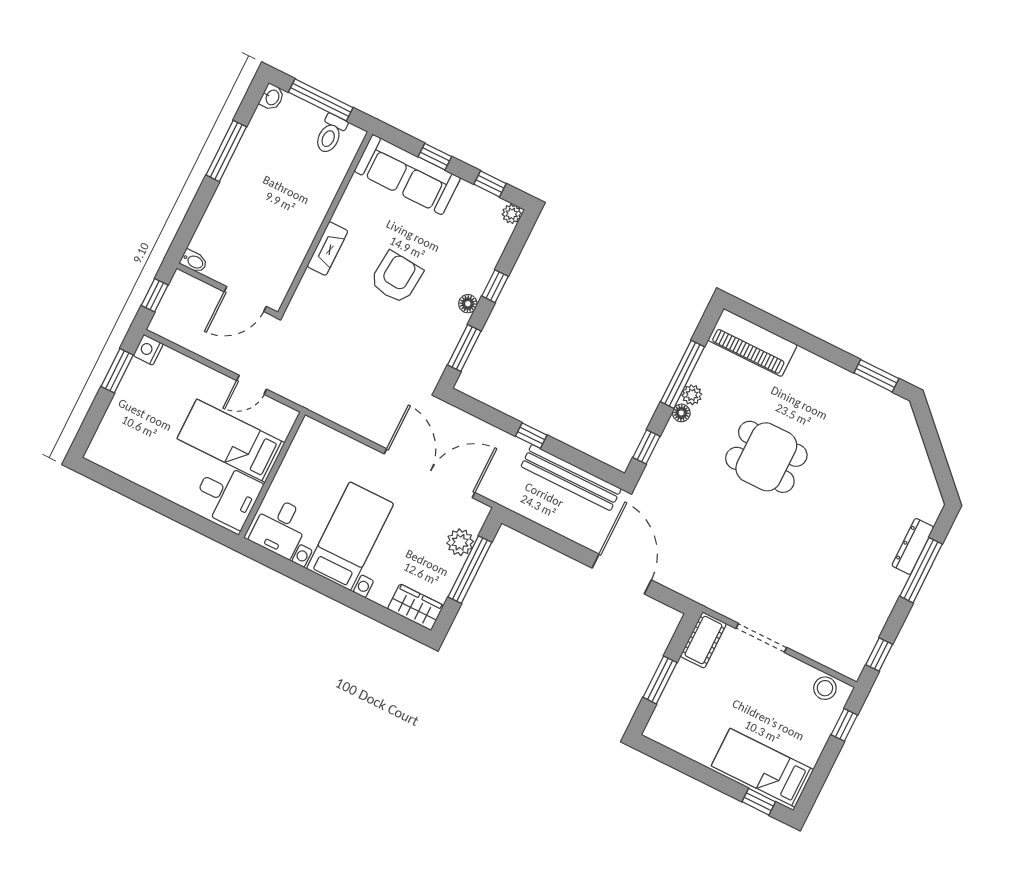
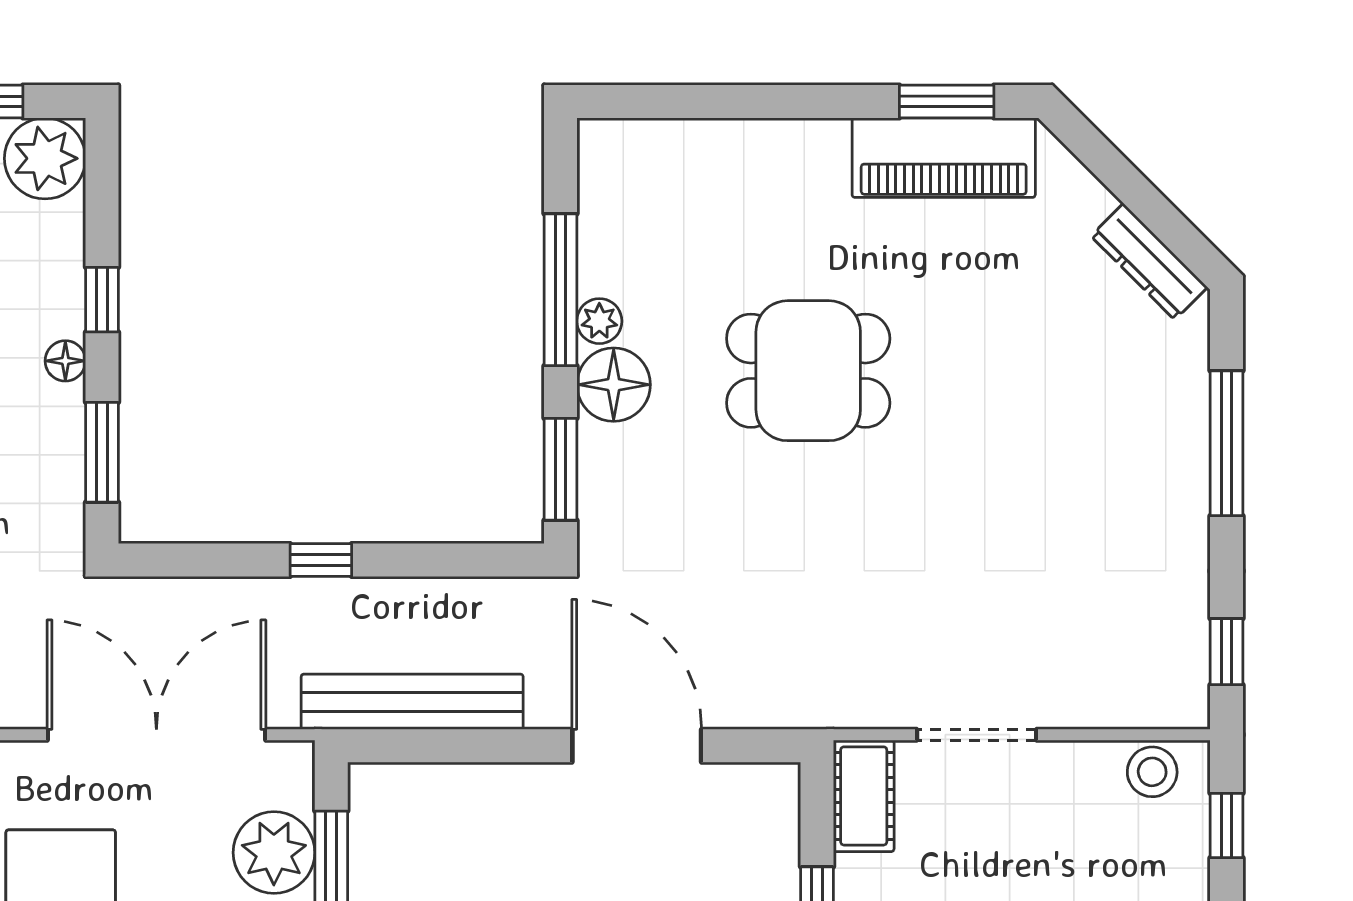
plant: (512, 214) -> (45, 158), width x1.87, depth x1.87
piano: (753, 343) -> (944, 158), moved
floor lamp: (681, 413) -> (614, 385), width x1.89, depth x1.89
window: (646, 447) -> (560, 469), width x1.50
bench: (571, 478) -> (412, 702), moved
plant: (460, 542) -> (274, 853), width x1.36, depth x1.36
dresser: (913, 546) -> (1149, 262), moved, turned -45

